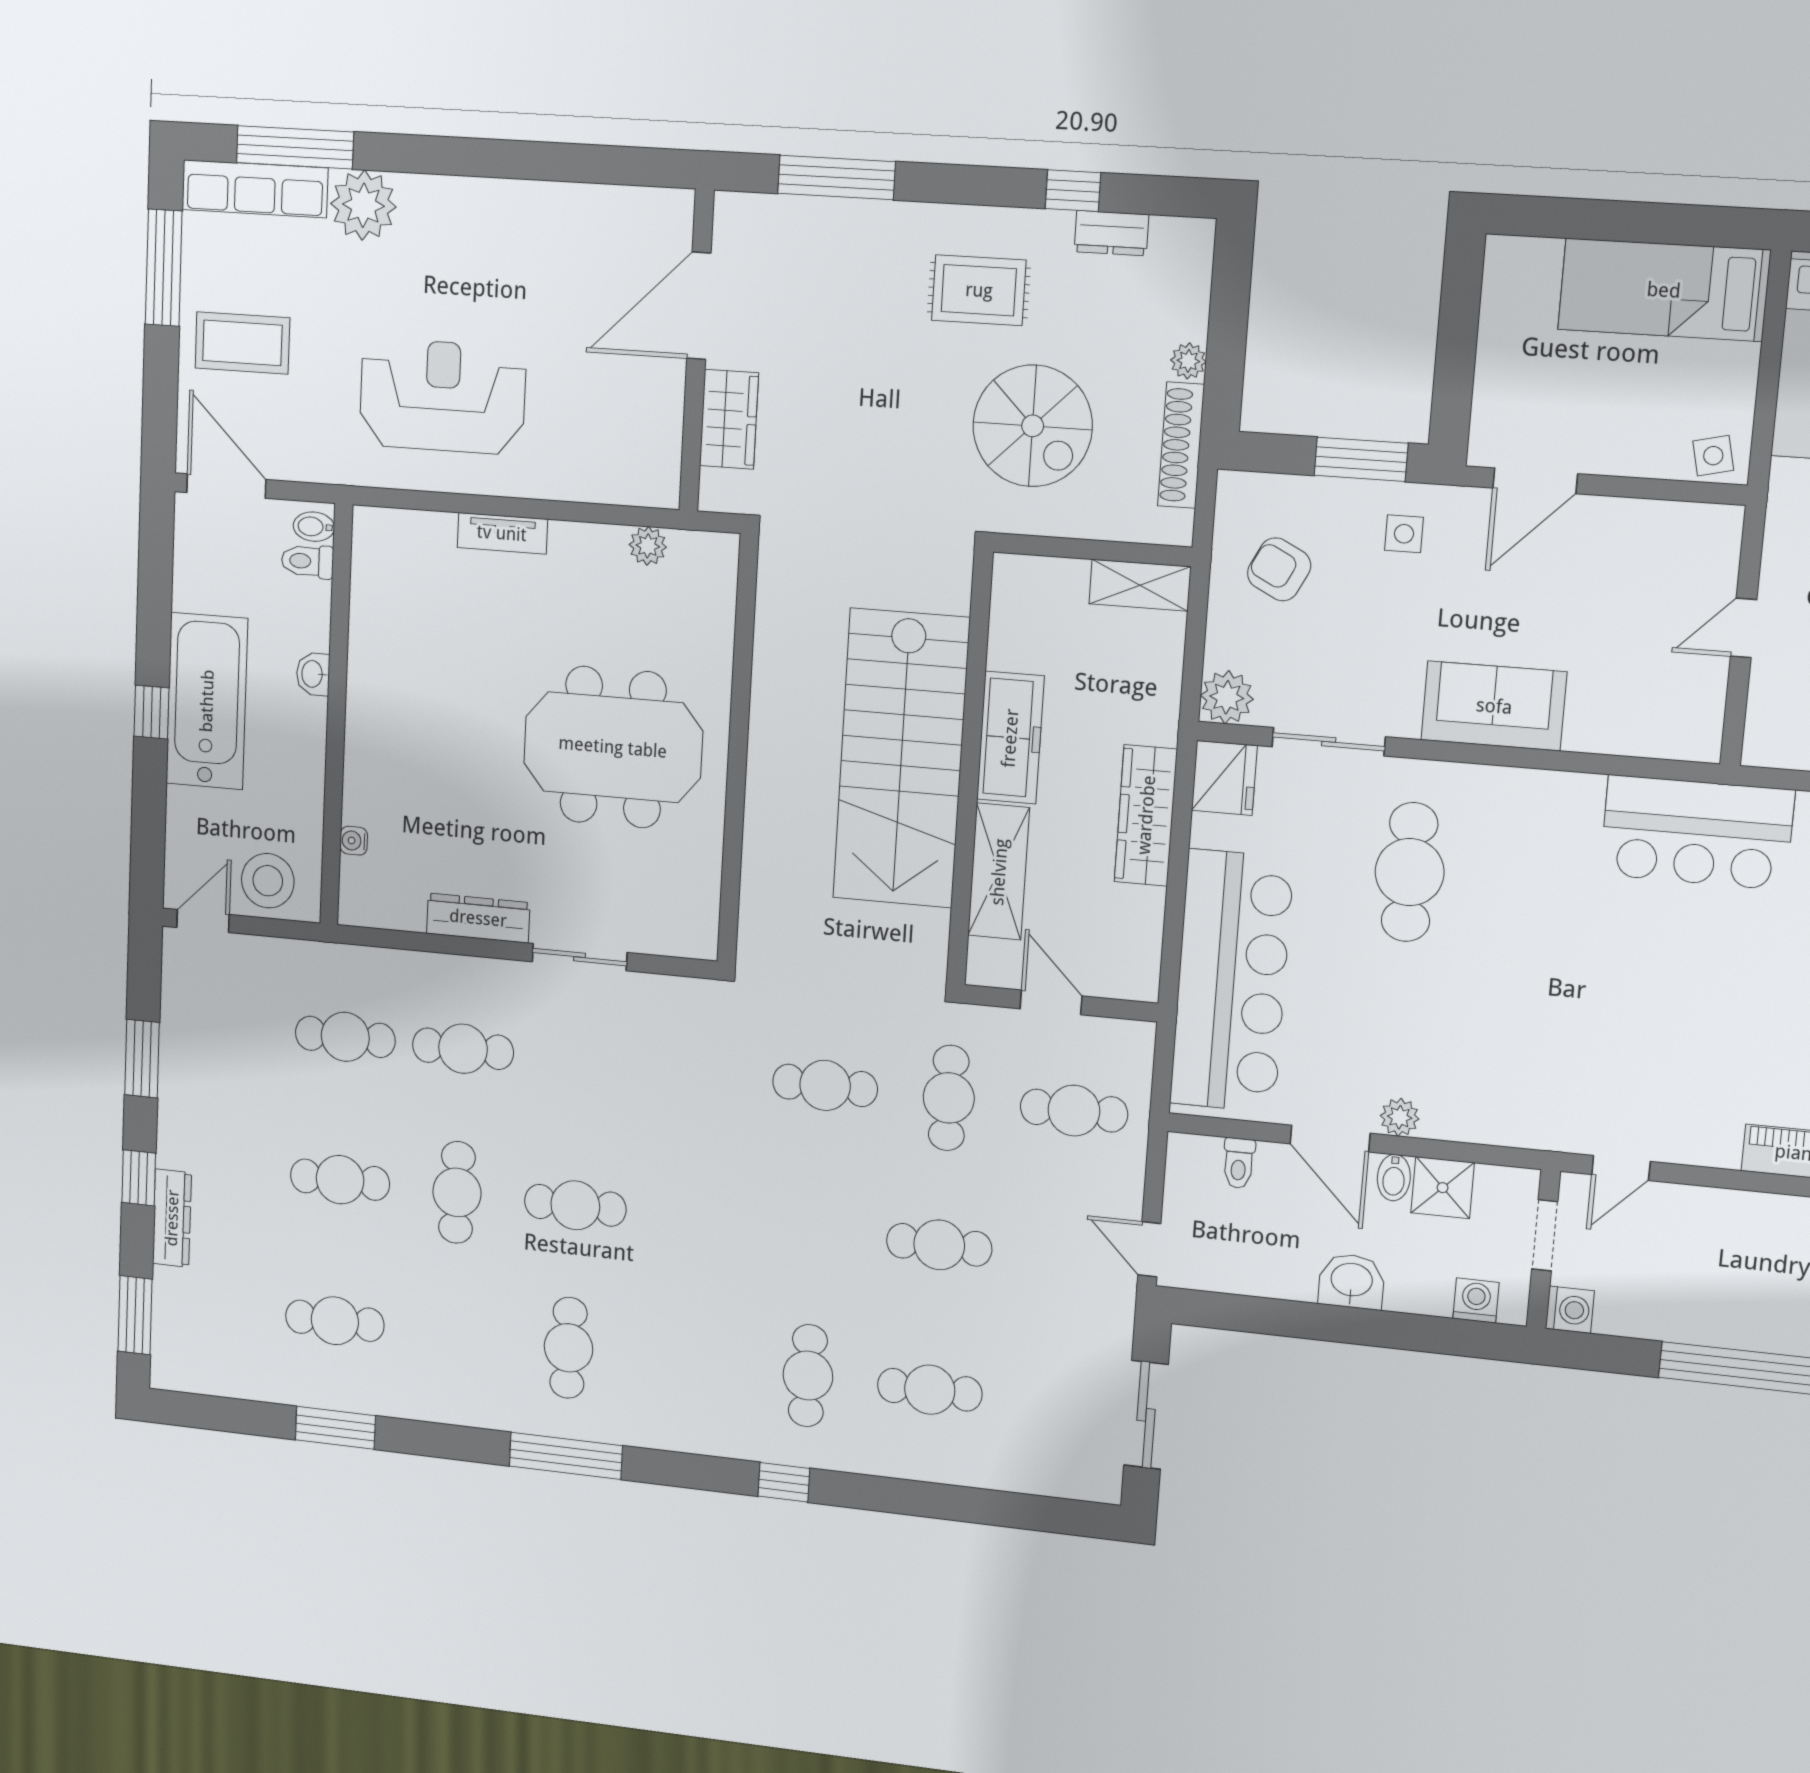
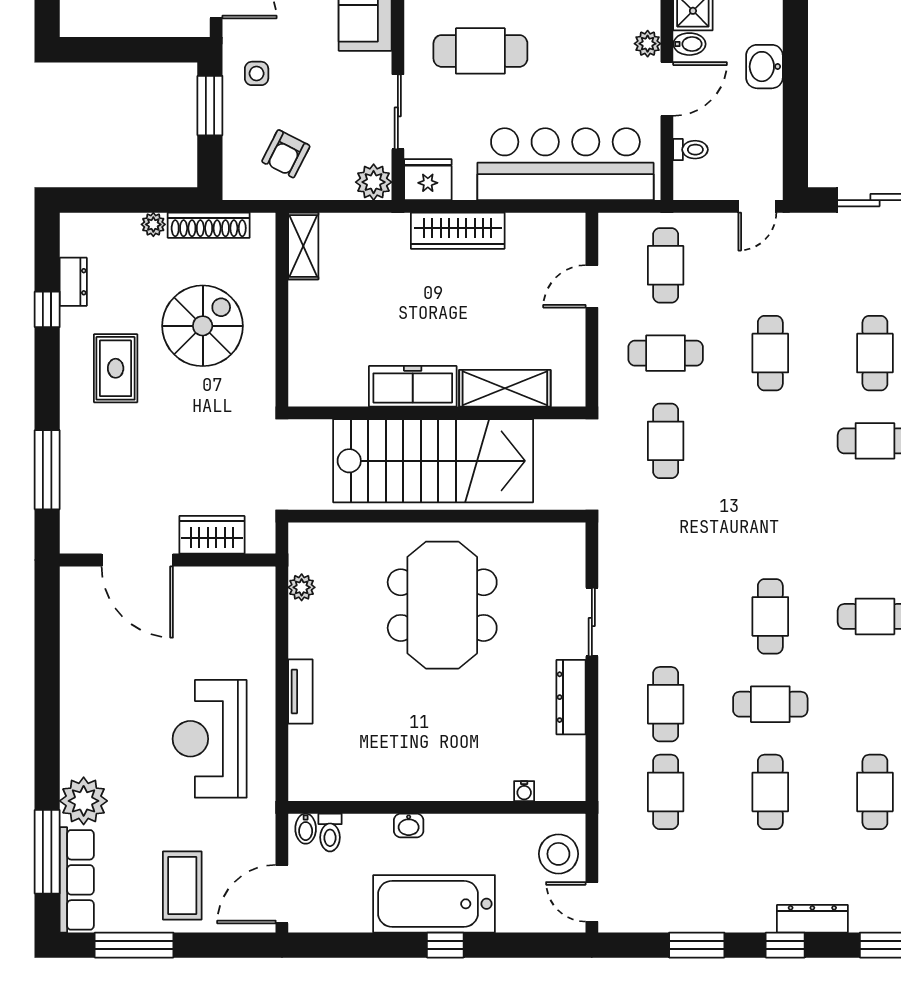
freezer: (1010, 738) -> (413, 386), moved
stairs: (901, 759) -> (433, 461), moved
wall: (970, 770) -> (437, 413), moved
shelving: (999, 872) -> (505, 388), moved

